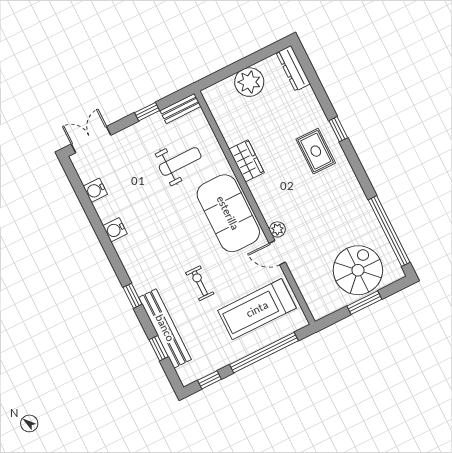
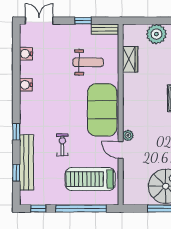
wardrobe: (247, 161) -> (130, 59), moved

